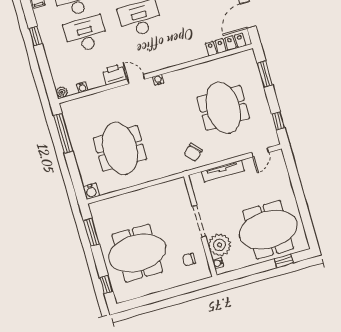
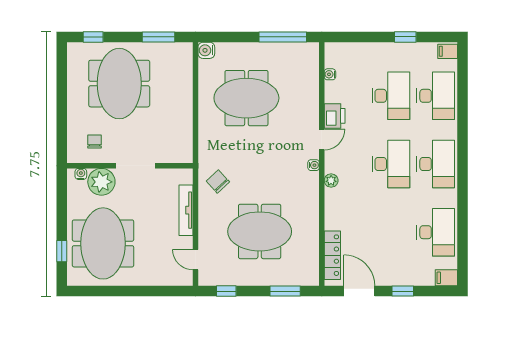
plant: (62, 92) -> (331, 181), moved

